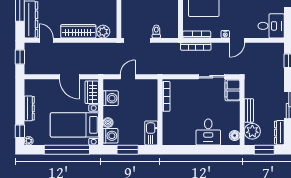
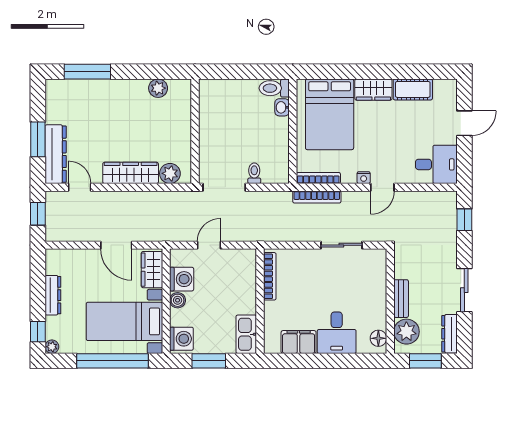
filing cabinet: (232, 90) -> (299, 342), moved, turned 90
boiler: (108, 123) -> (178, 300), moved

